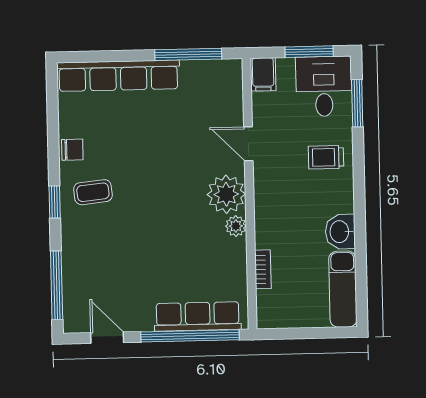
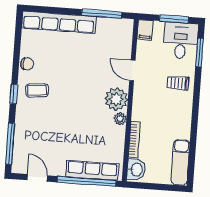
washbasin: (340, 232) -> (136, 170), moved, turned 180
bookcase: (263, 269) -> (134, 139), width x1.56

